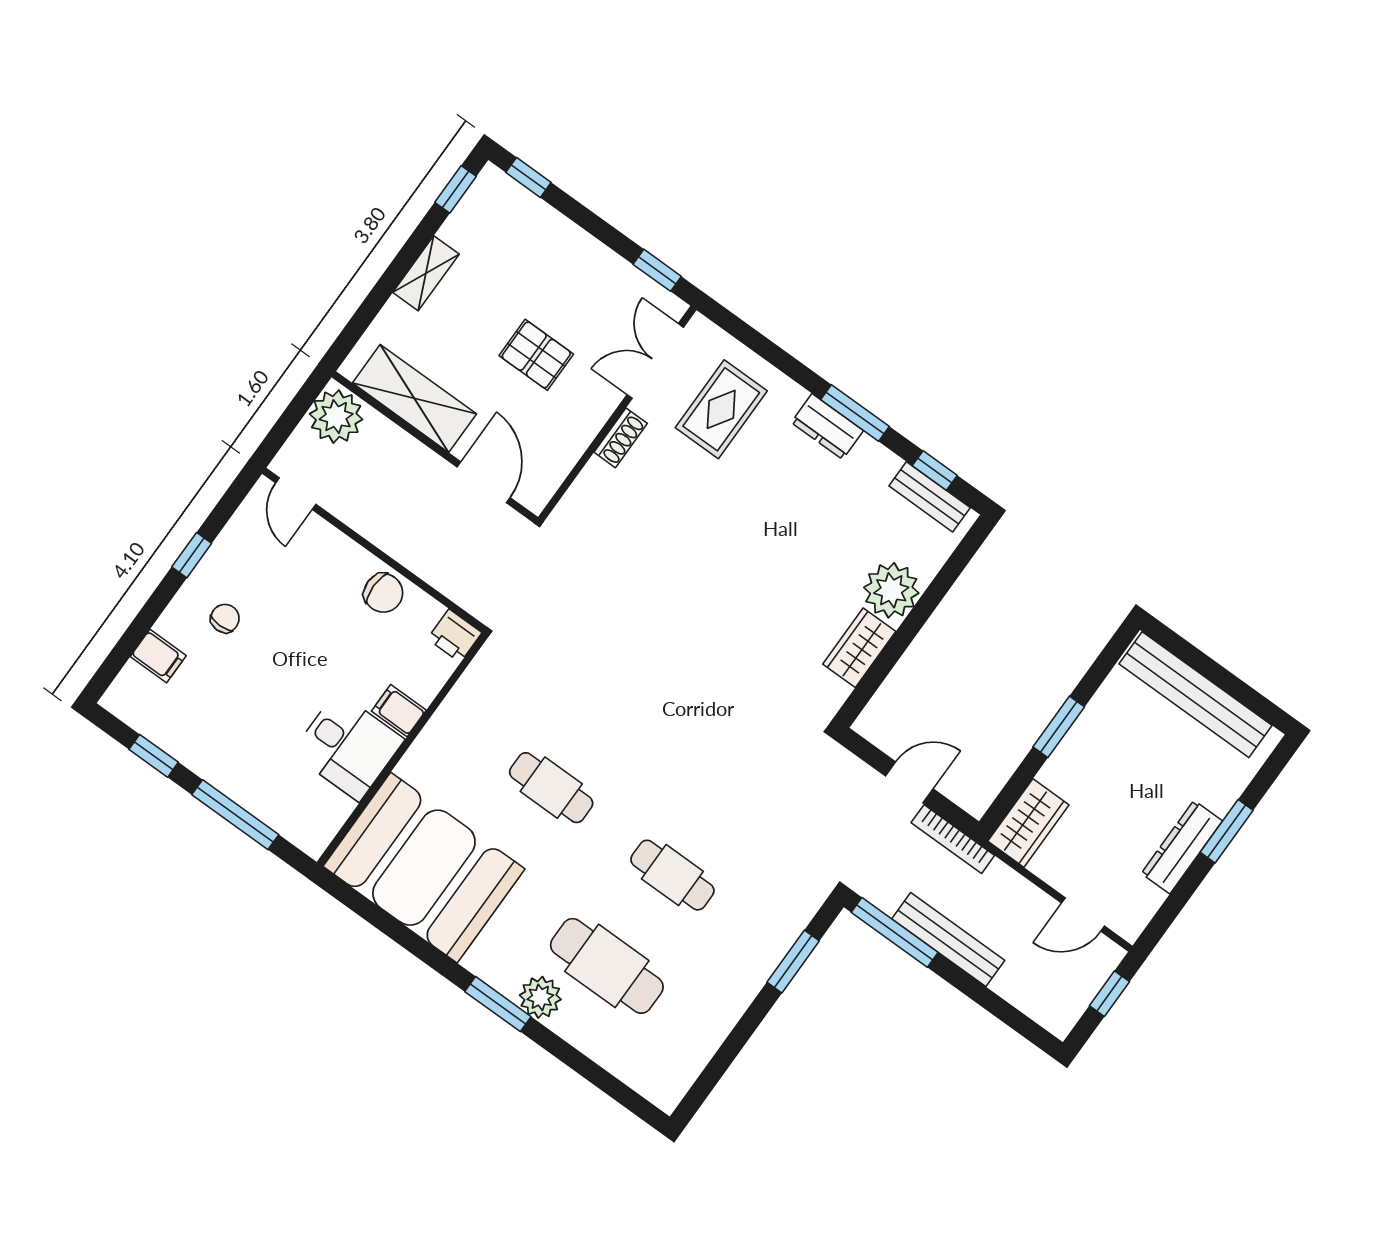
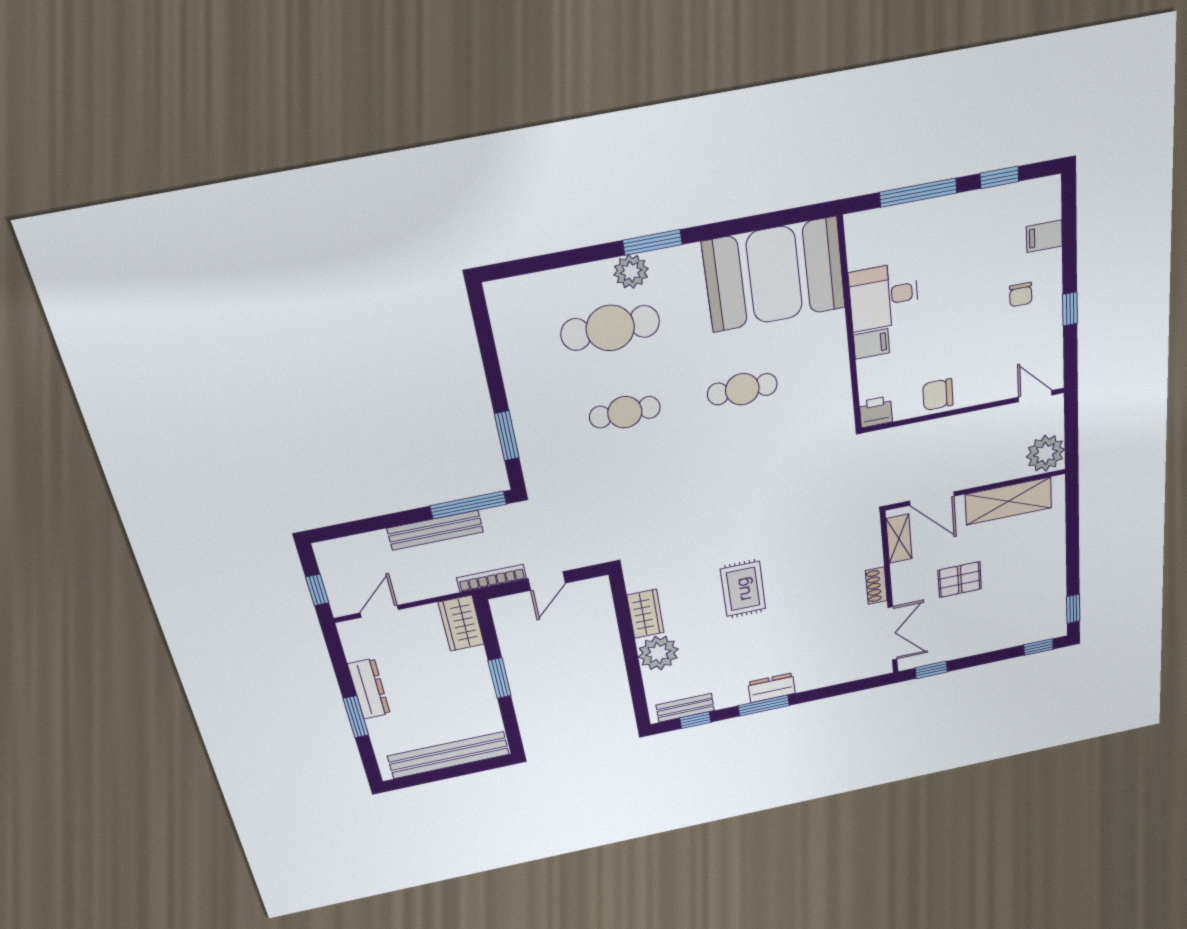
shelving: (426, 273) -> (899, 539), moved
rug: (721, 409) -> (743, 589), moved

